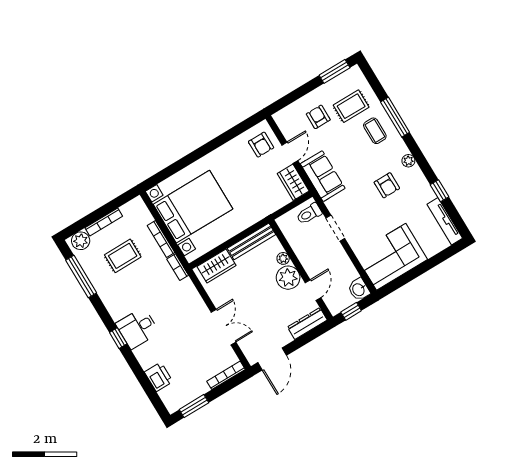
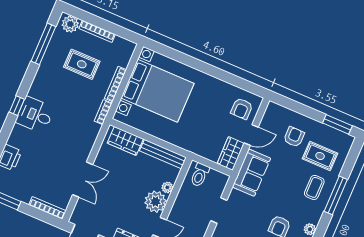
toilet: (309, 214) -> (200, 175), moved, turned -90

